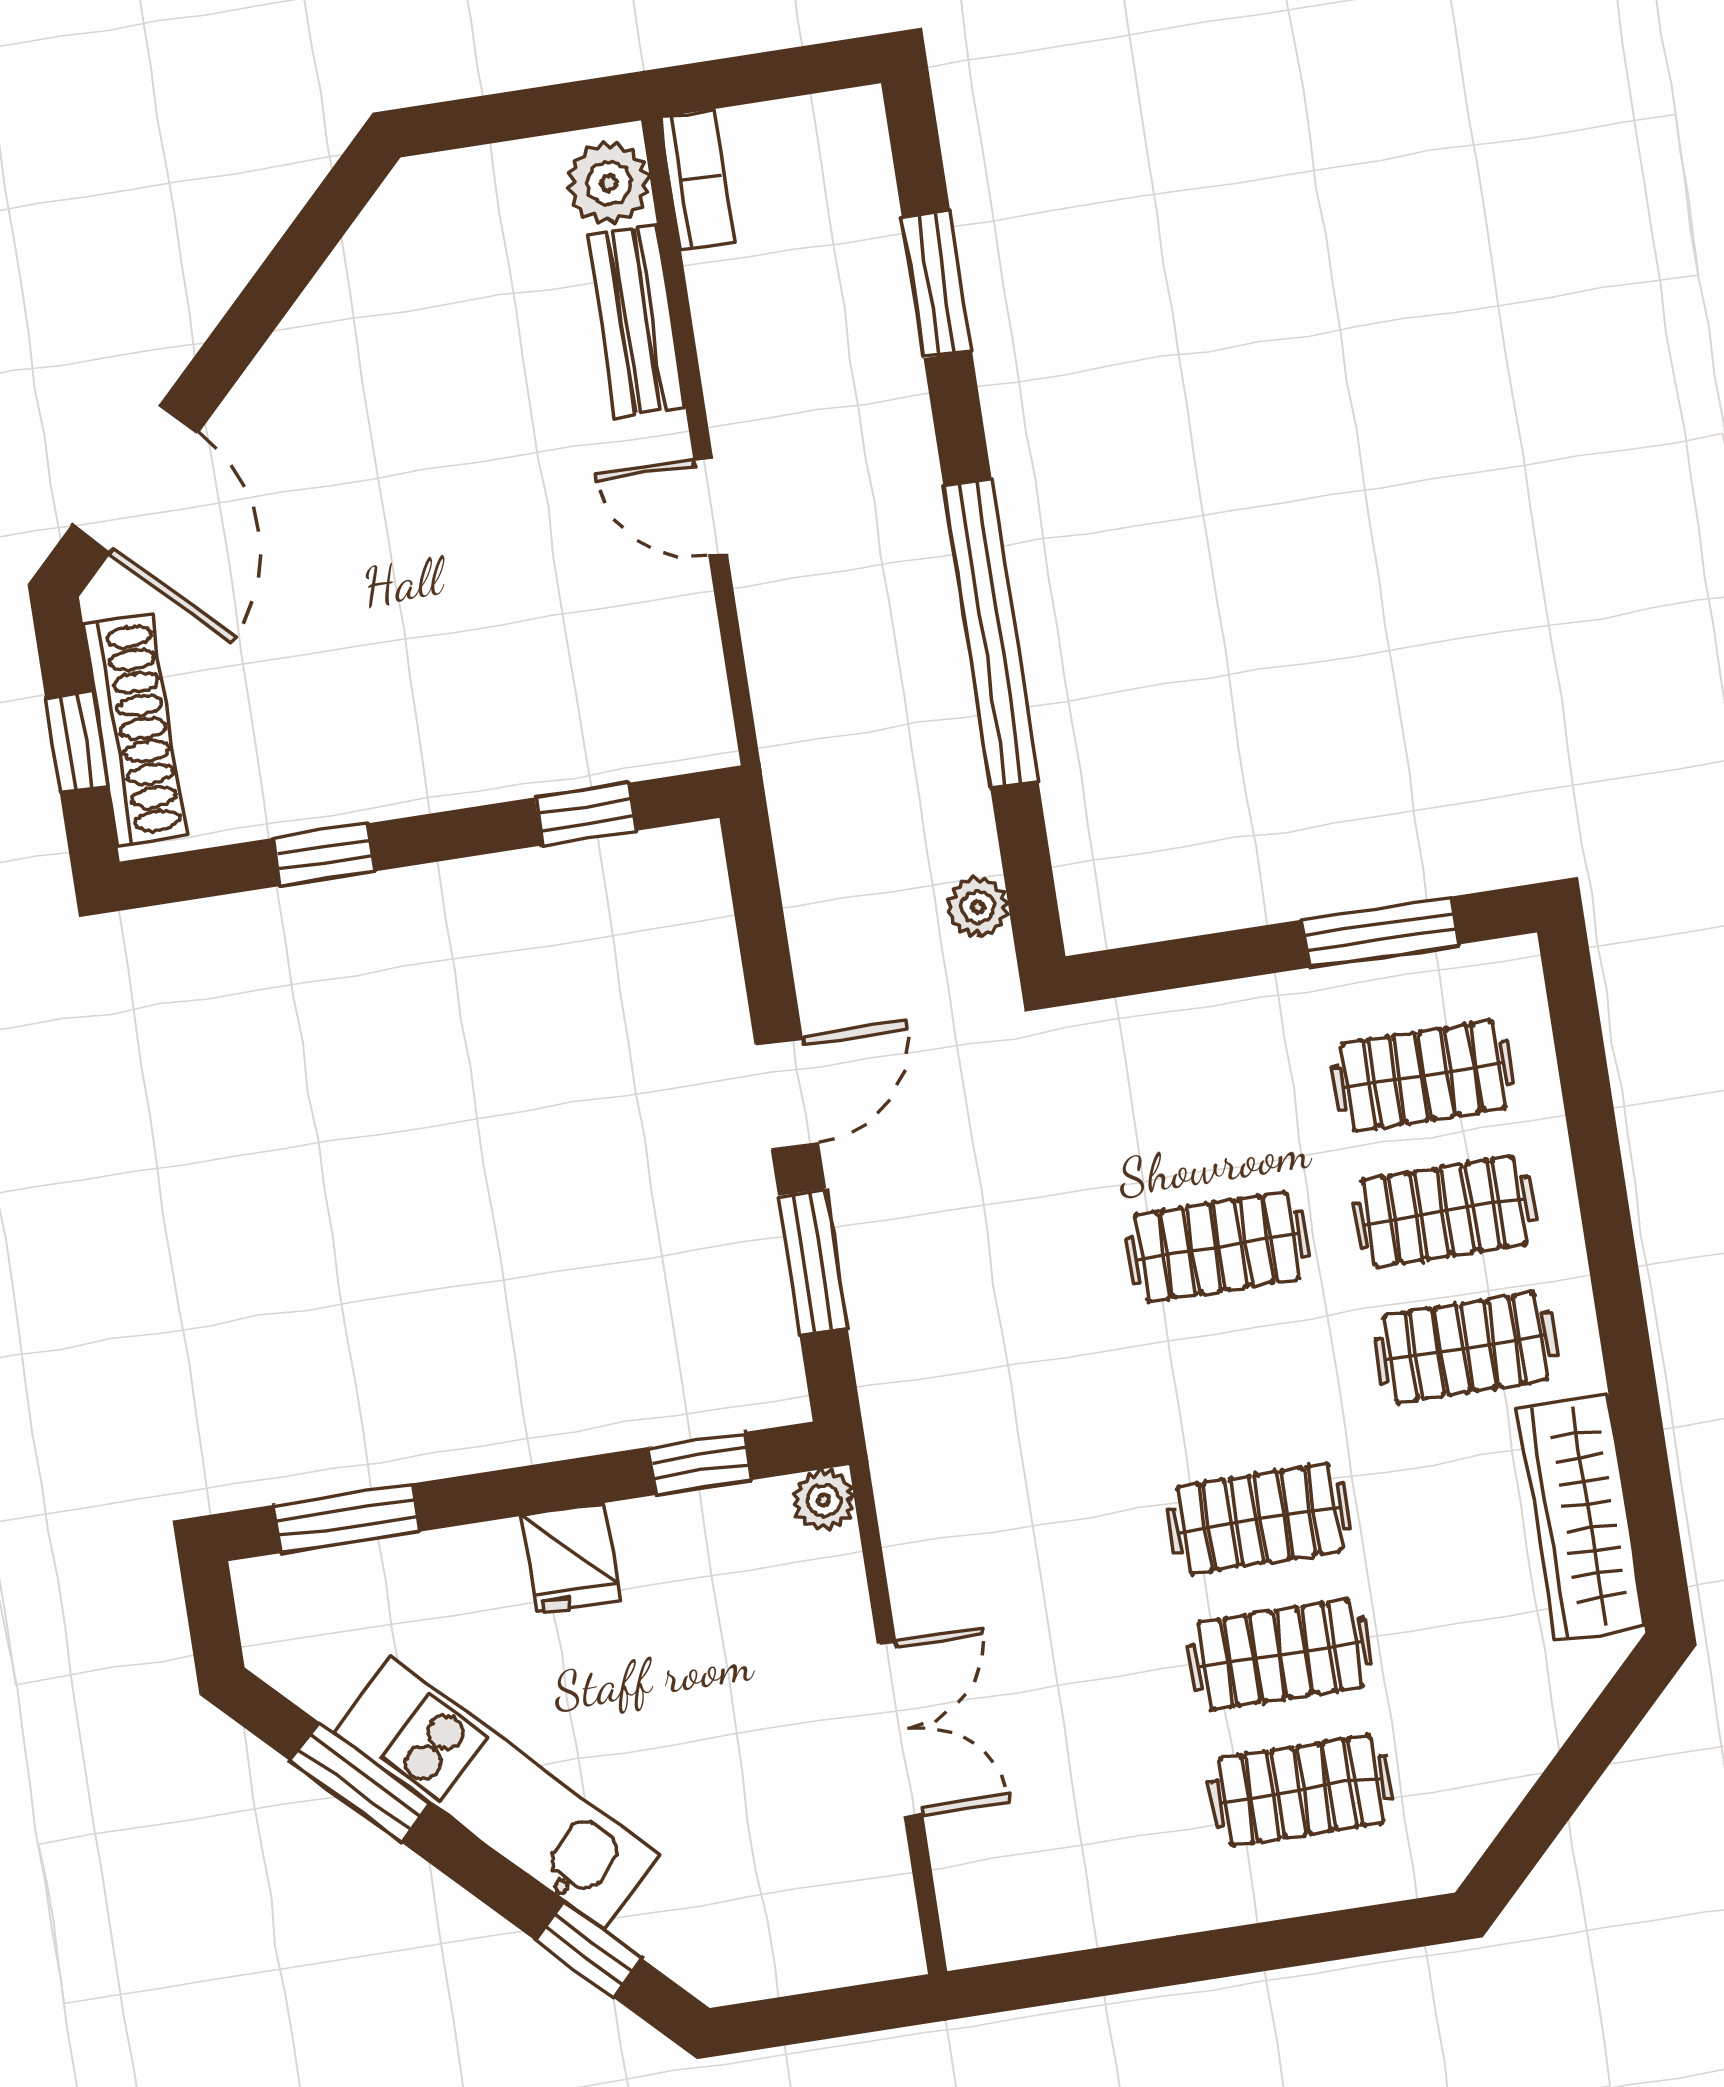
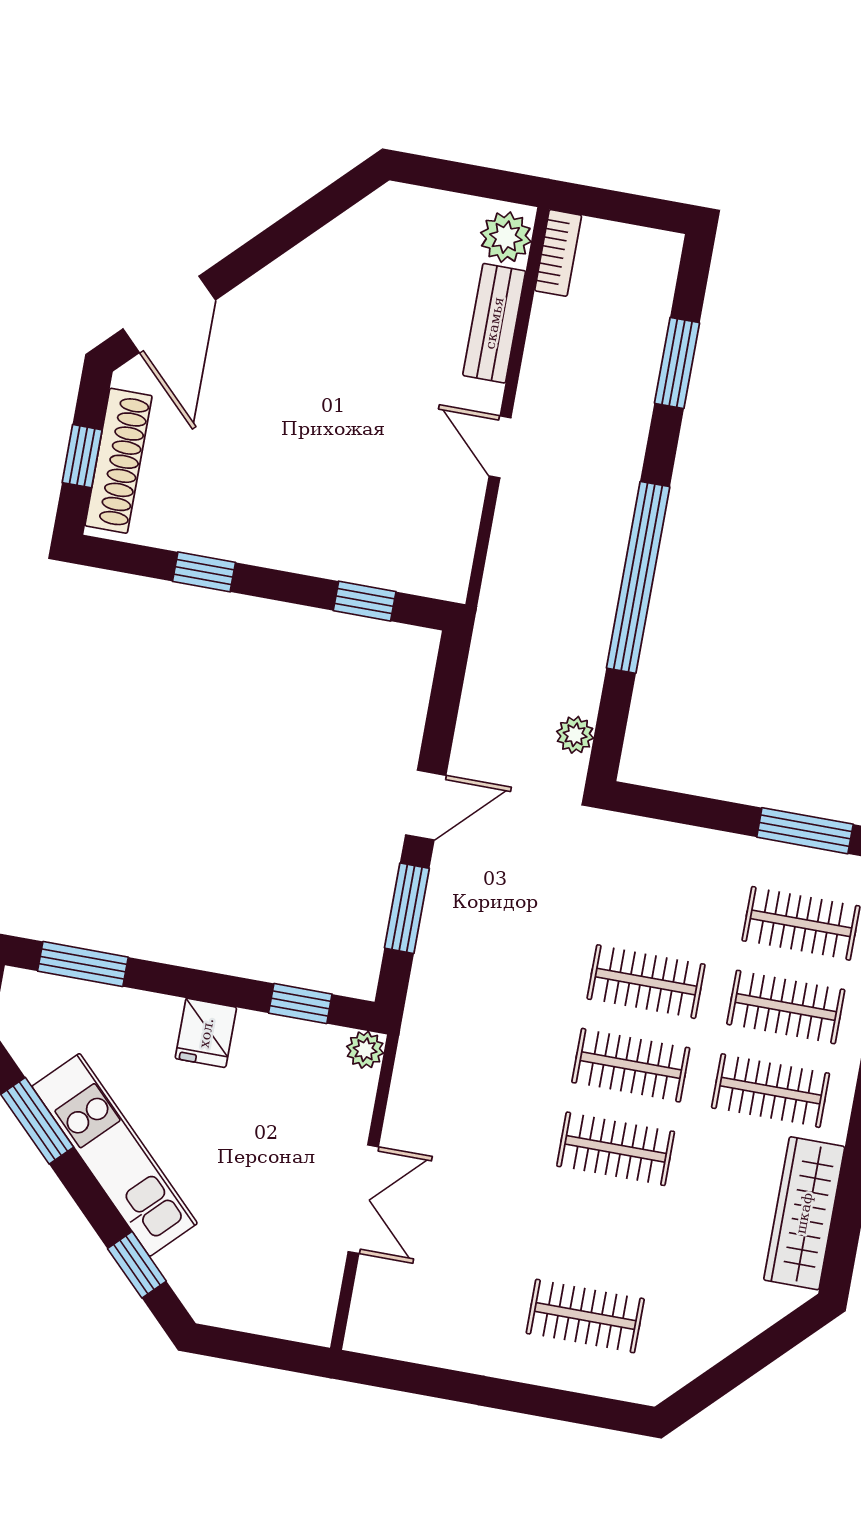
clothes rail: (1280, 1655) -> (631, 1065), moved

